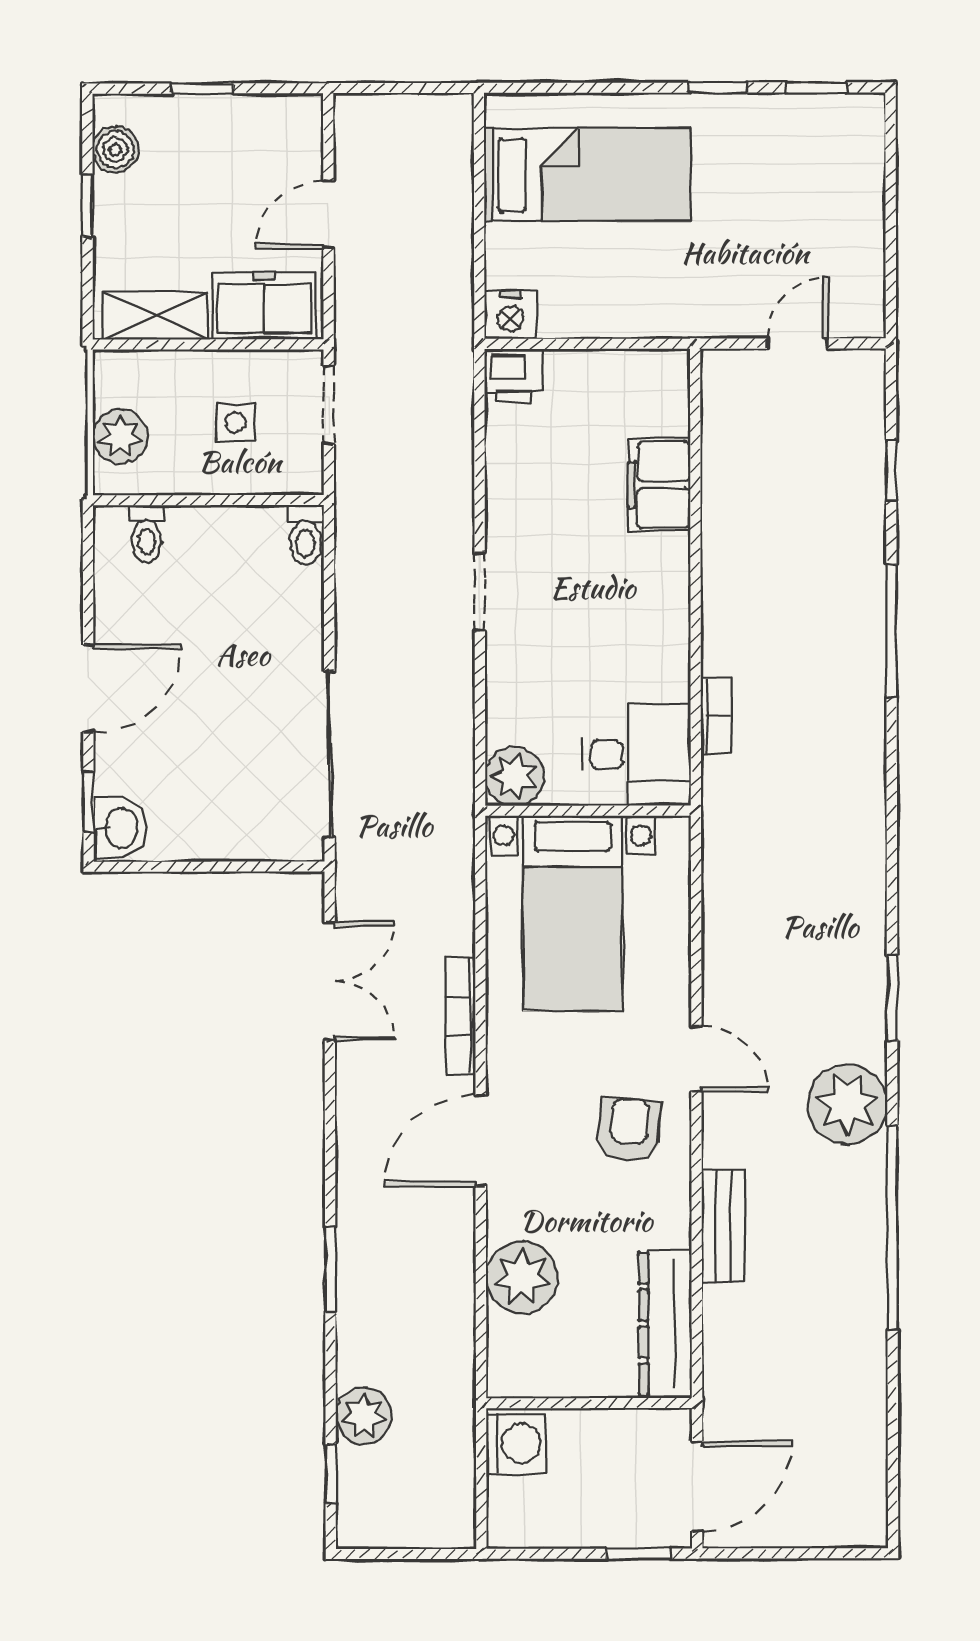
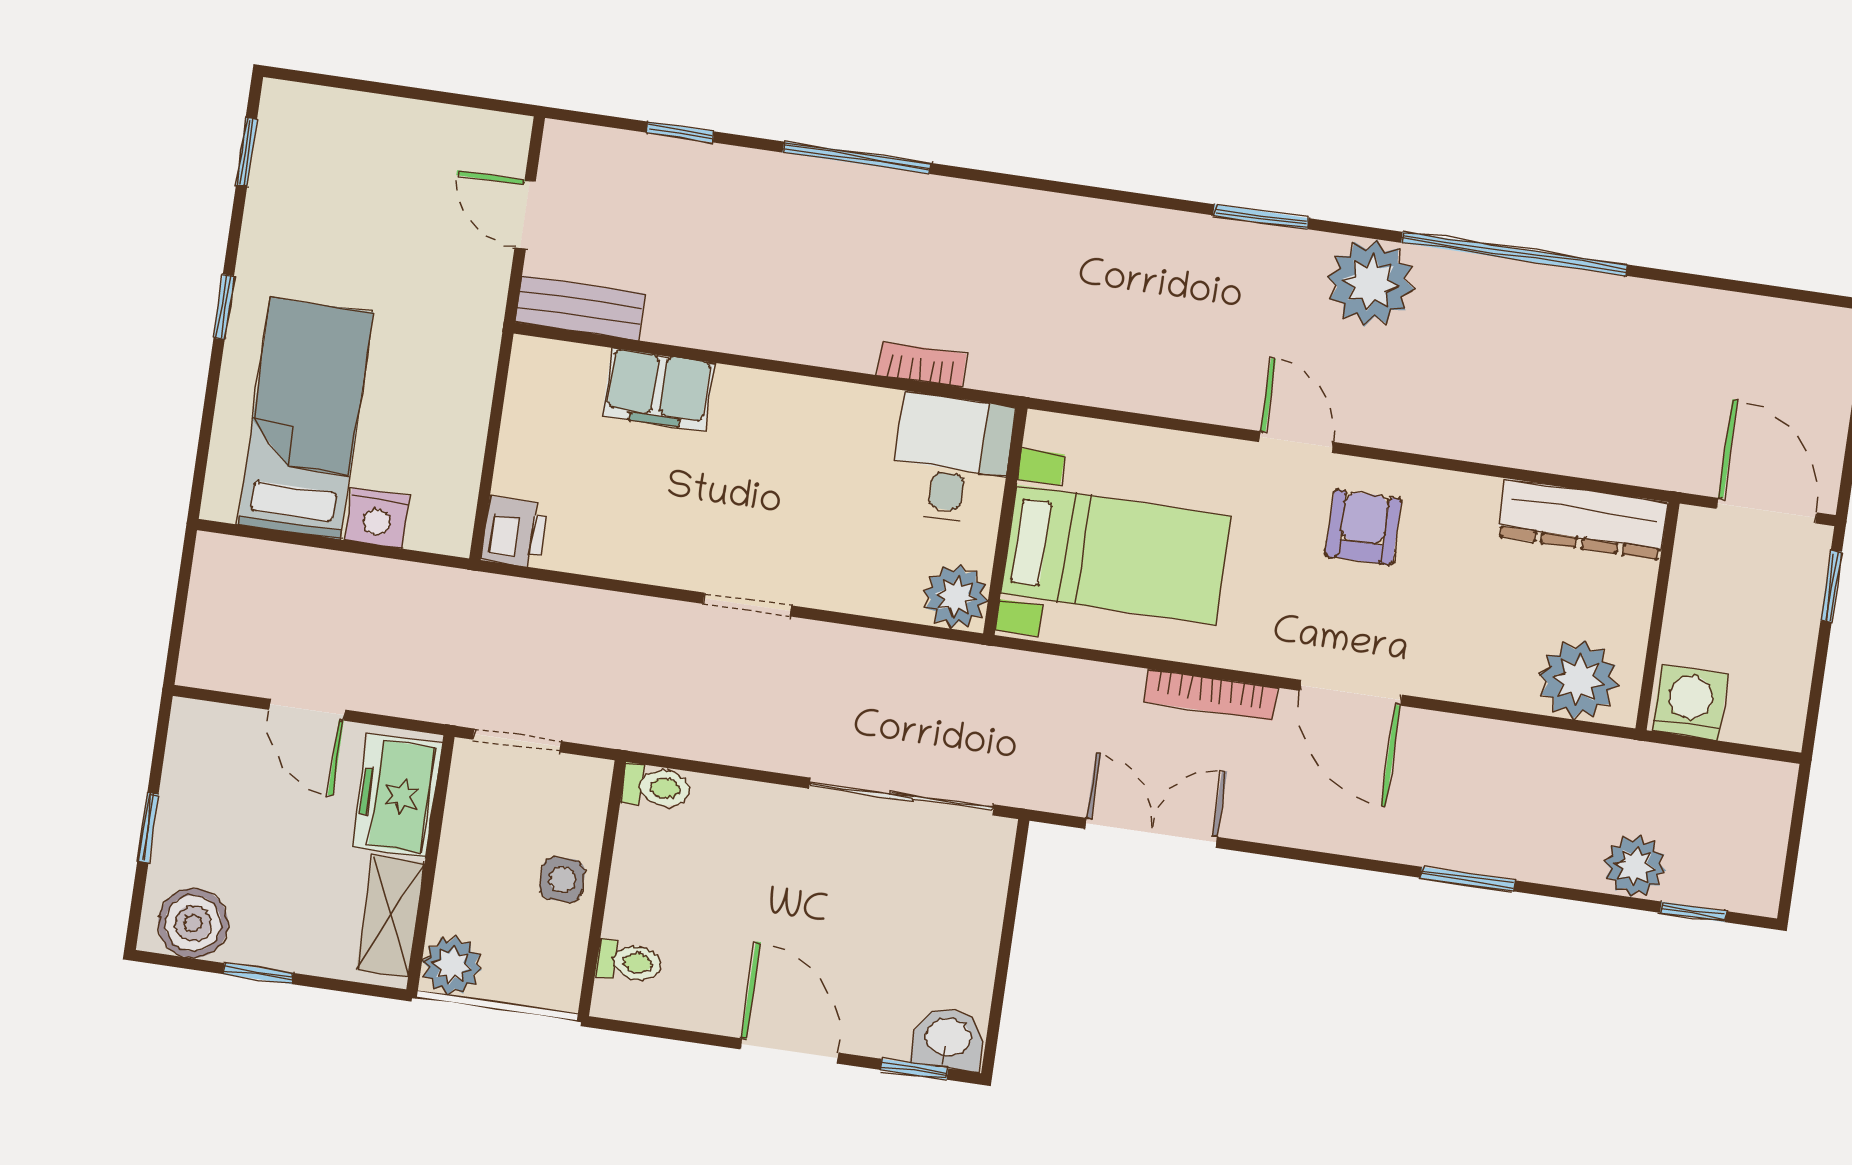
window: (718, 88) -> (224, 307), moved
boiler: (115, 150) -> (193, 923), width x1.36, depth x1.36
nightstand: (510, 315) -> (377, 518), moved, turned 90
side table: (236, 422) -> (562, 880), moved
plant: (120, 436) -> (452, 966), moved
door: (696, 1059) -> (1296, 442), hinge flipped
armchair: (629, 1130) -> (1363, 527), turned 86
bench: (723, 1226) -> (580, 308), moved
plant: (522, 1278) -> (1578, 680), moved

